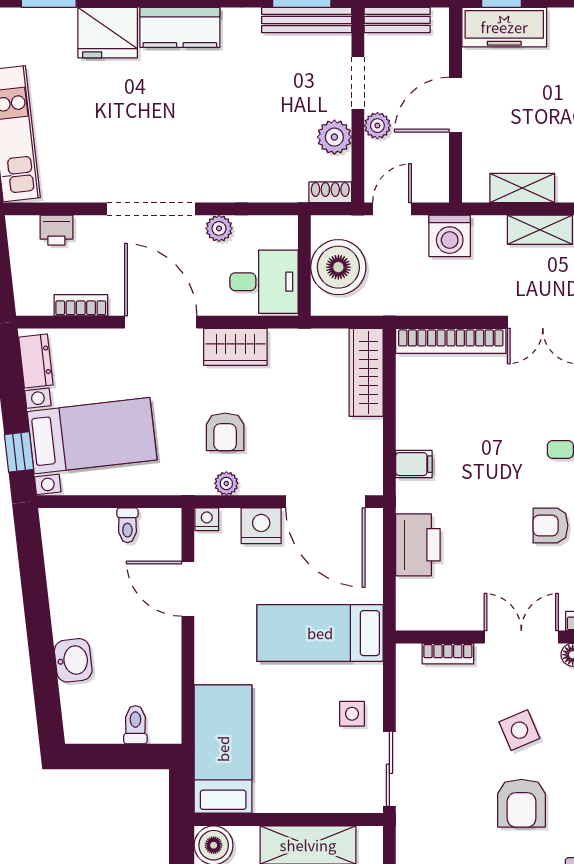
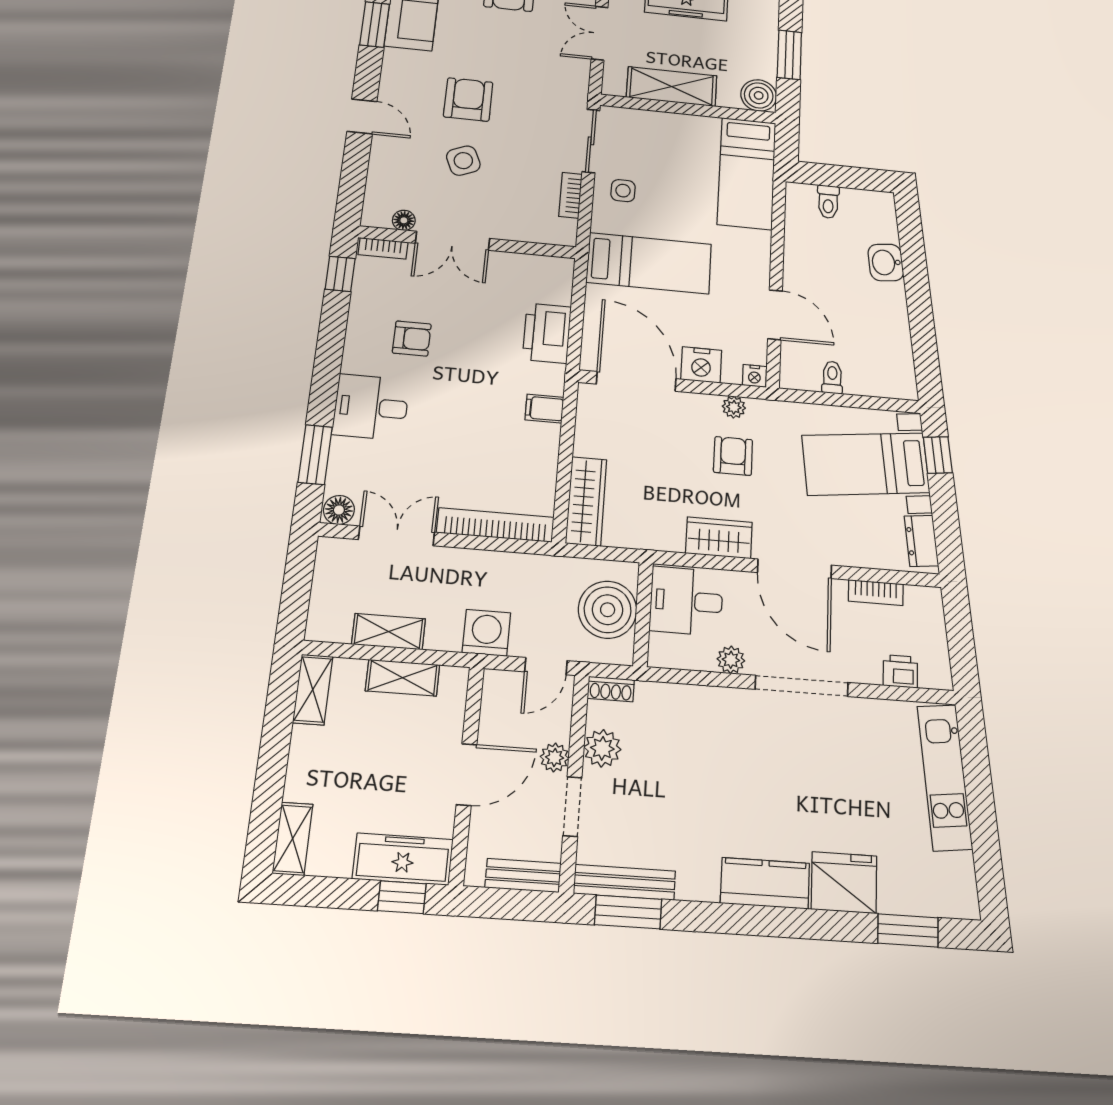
bookcase: (448, 654) -> (570, 195), moved, turned -90

